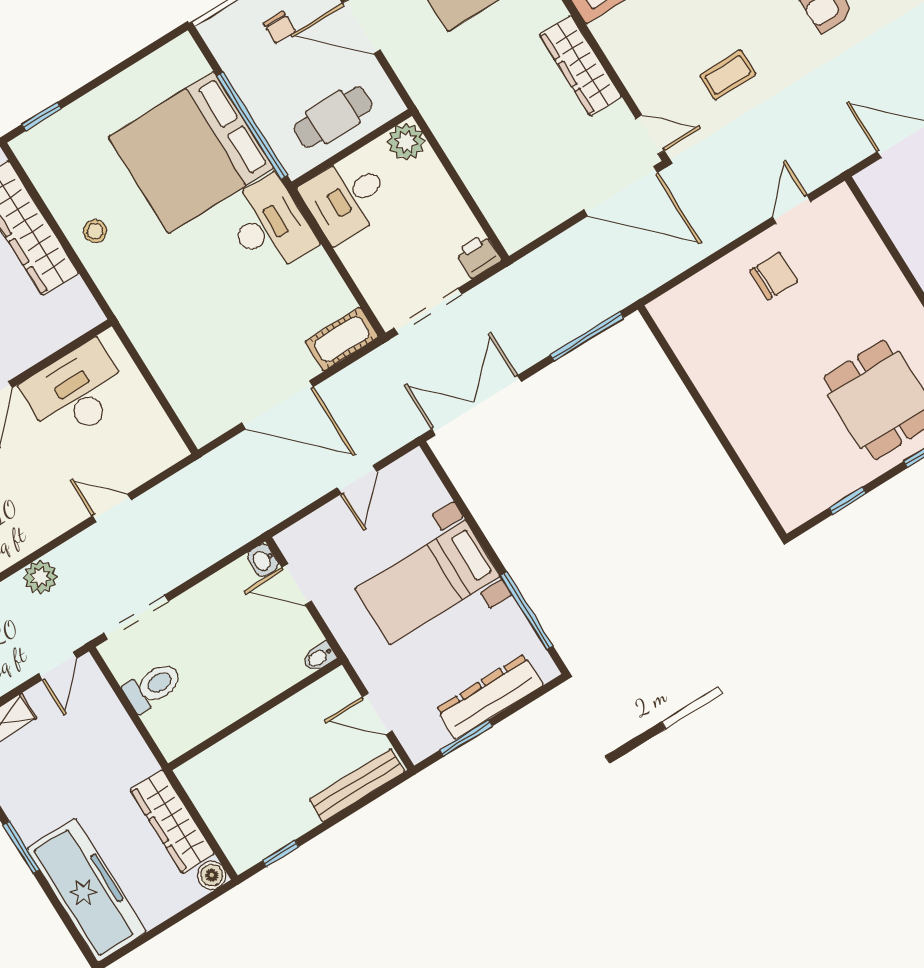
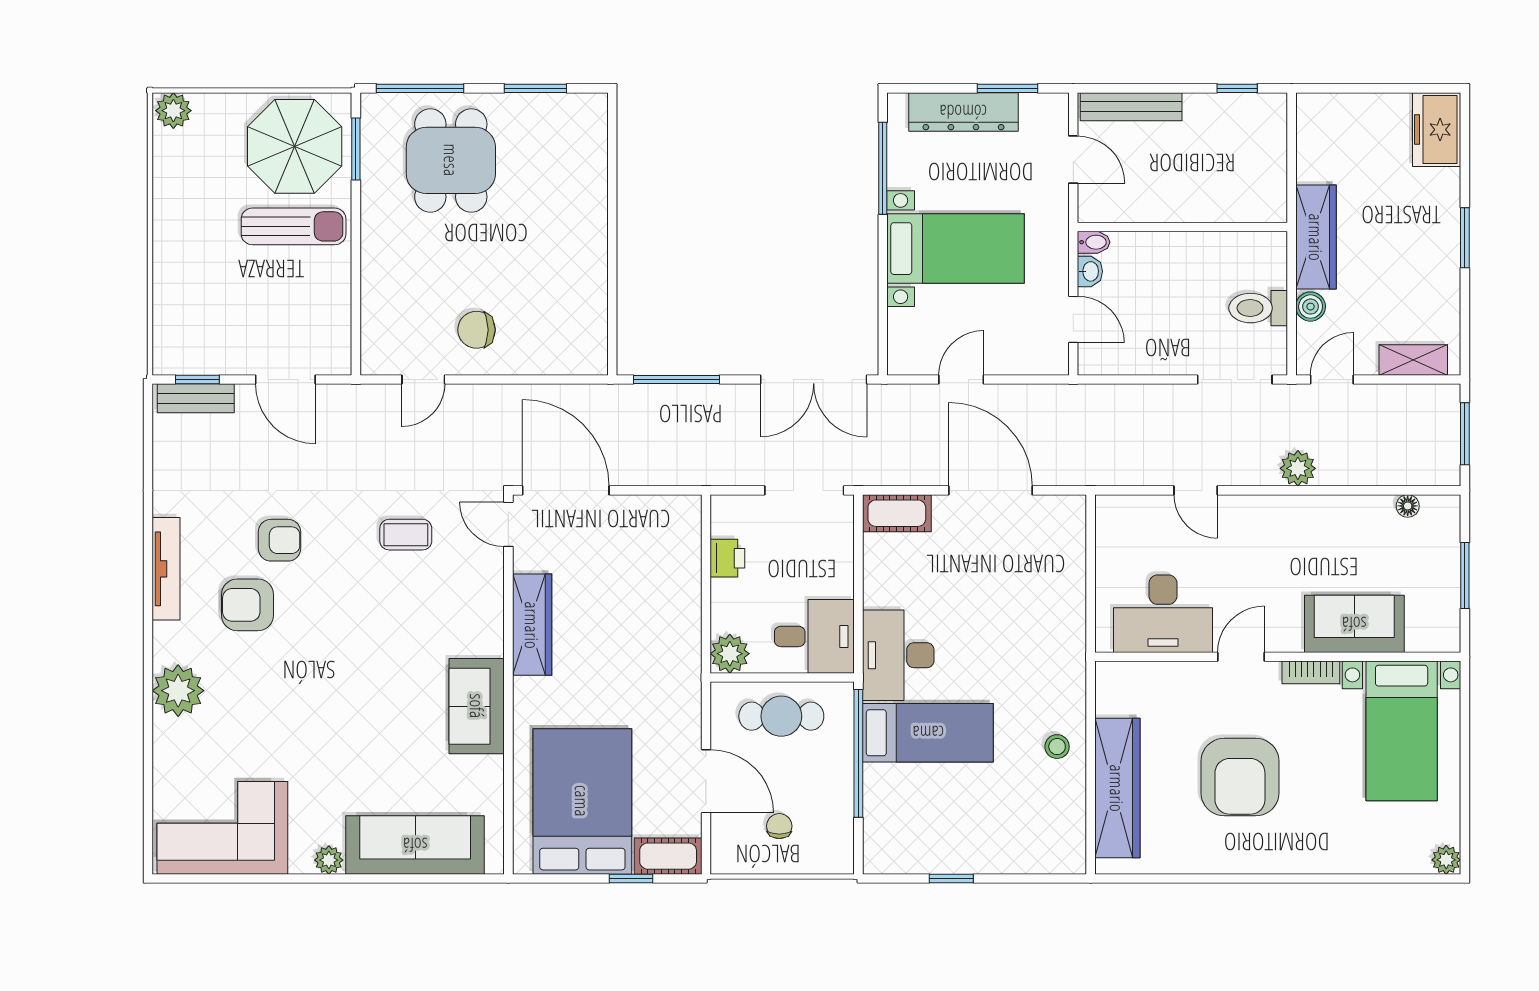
window: (42, 117) -> (951, 879), moved
bed: (191, 153) -> (928, 733), width x0.49
printer: (478, 256) -> (727, 558), moved, turned -90
window: (848, 501) -> (535, 88), width x1.50
washbasin: (263, 560) -> (1090, 271), moved
wardrobe: (172, 822) -> (1316, 237), moved
boiler: (212, 875) -> (1311, 307), moved
freezer: (87, 890) -> (1437, 130), width x0.52, depth x0.79

